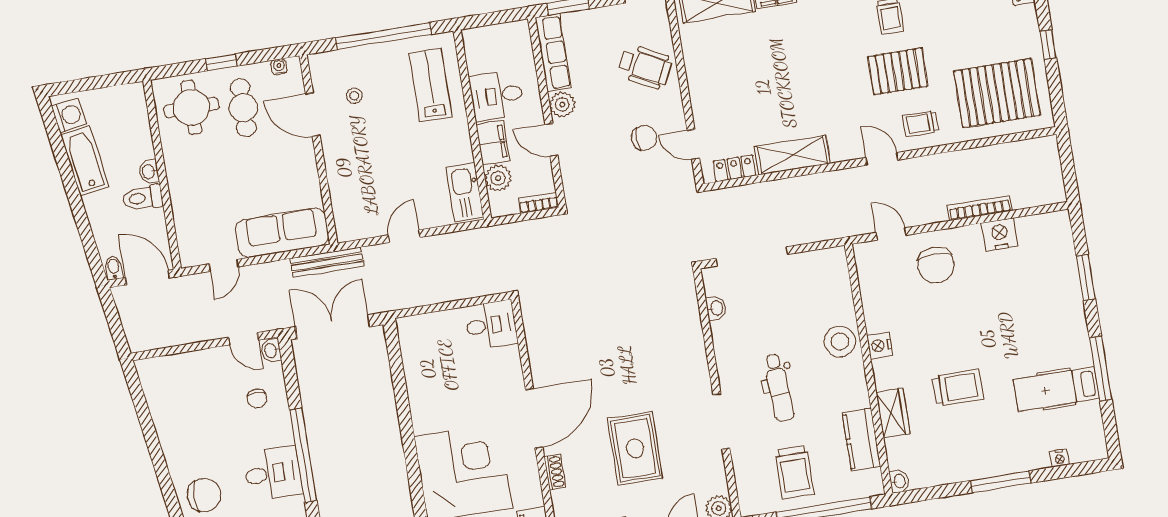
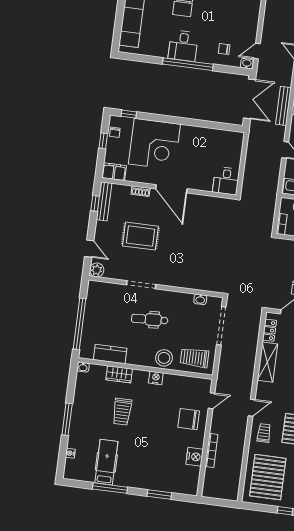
trolley: (795, 472) -> (195, 358), moved

